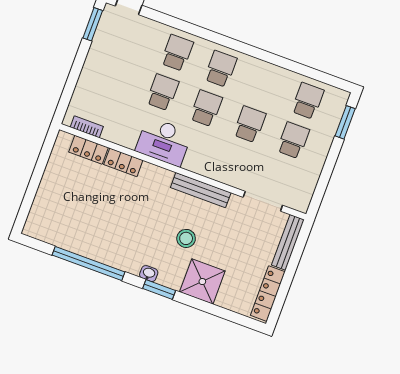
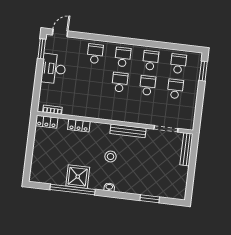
school desk: (163, 92) -> (151, 60), moved
desk: (164, 142) -> (54, 69), moved, turned 90
locker: (89, 150) -> (47, 122), moved
stool: (186, 238) -> (111, 156), moved
shower: (202, 282) -> (78, 177), moved
window: (159, 290) -> (150, 199), moved
locker: (268, 294) -> (182, 182), removed

